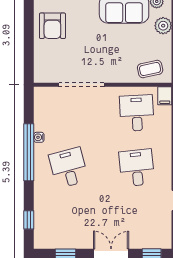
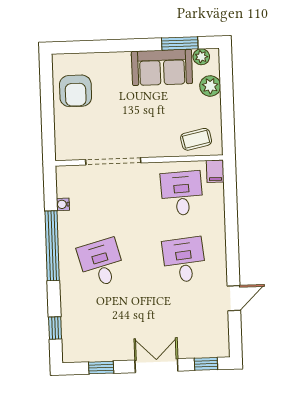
water cooler: (39, 137) -> (63, 204), moved

